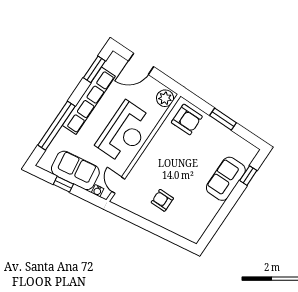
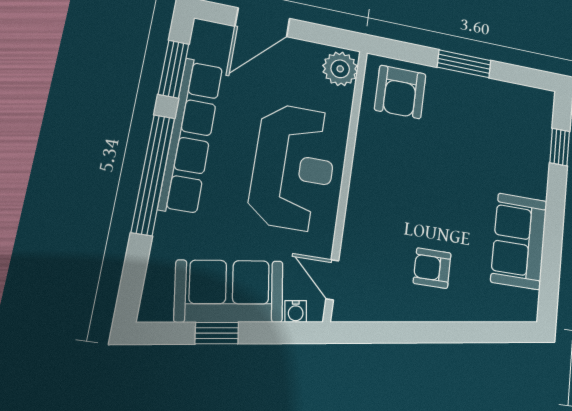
armchair: (187, 120) -> (400, 92), turned 90
window: (57, 126) -> (153, 175), moved
sofa: (226, 179) -> (519, 241), moved

